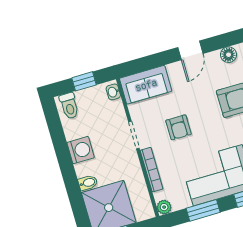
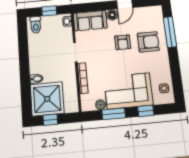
floor lamp: (229, 55) -> (112, 15), moved
armchair: (179, 127) -> (123, 42), moved
washing machine: (81, 150) -> (37, 55), removed
plant: (164, 207) -> (101, 105), moved

